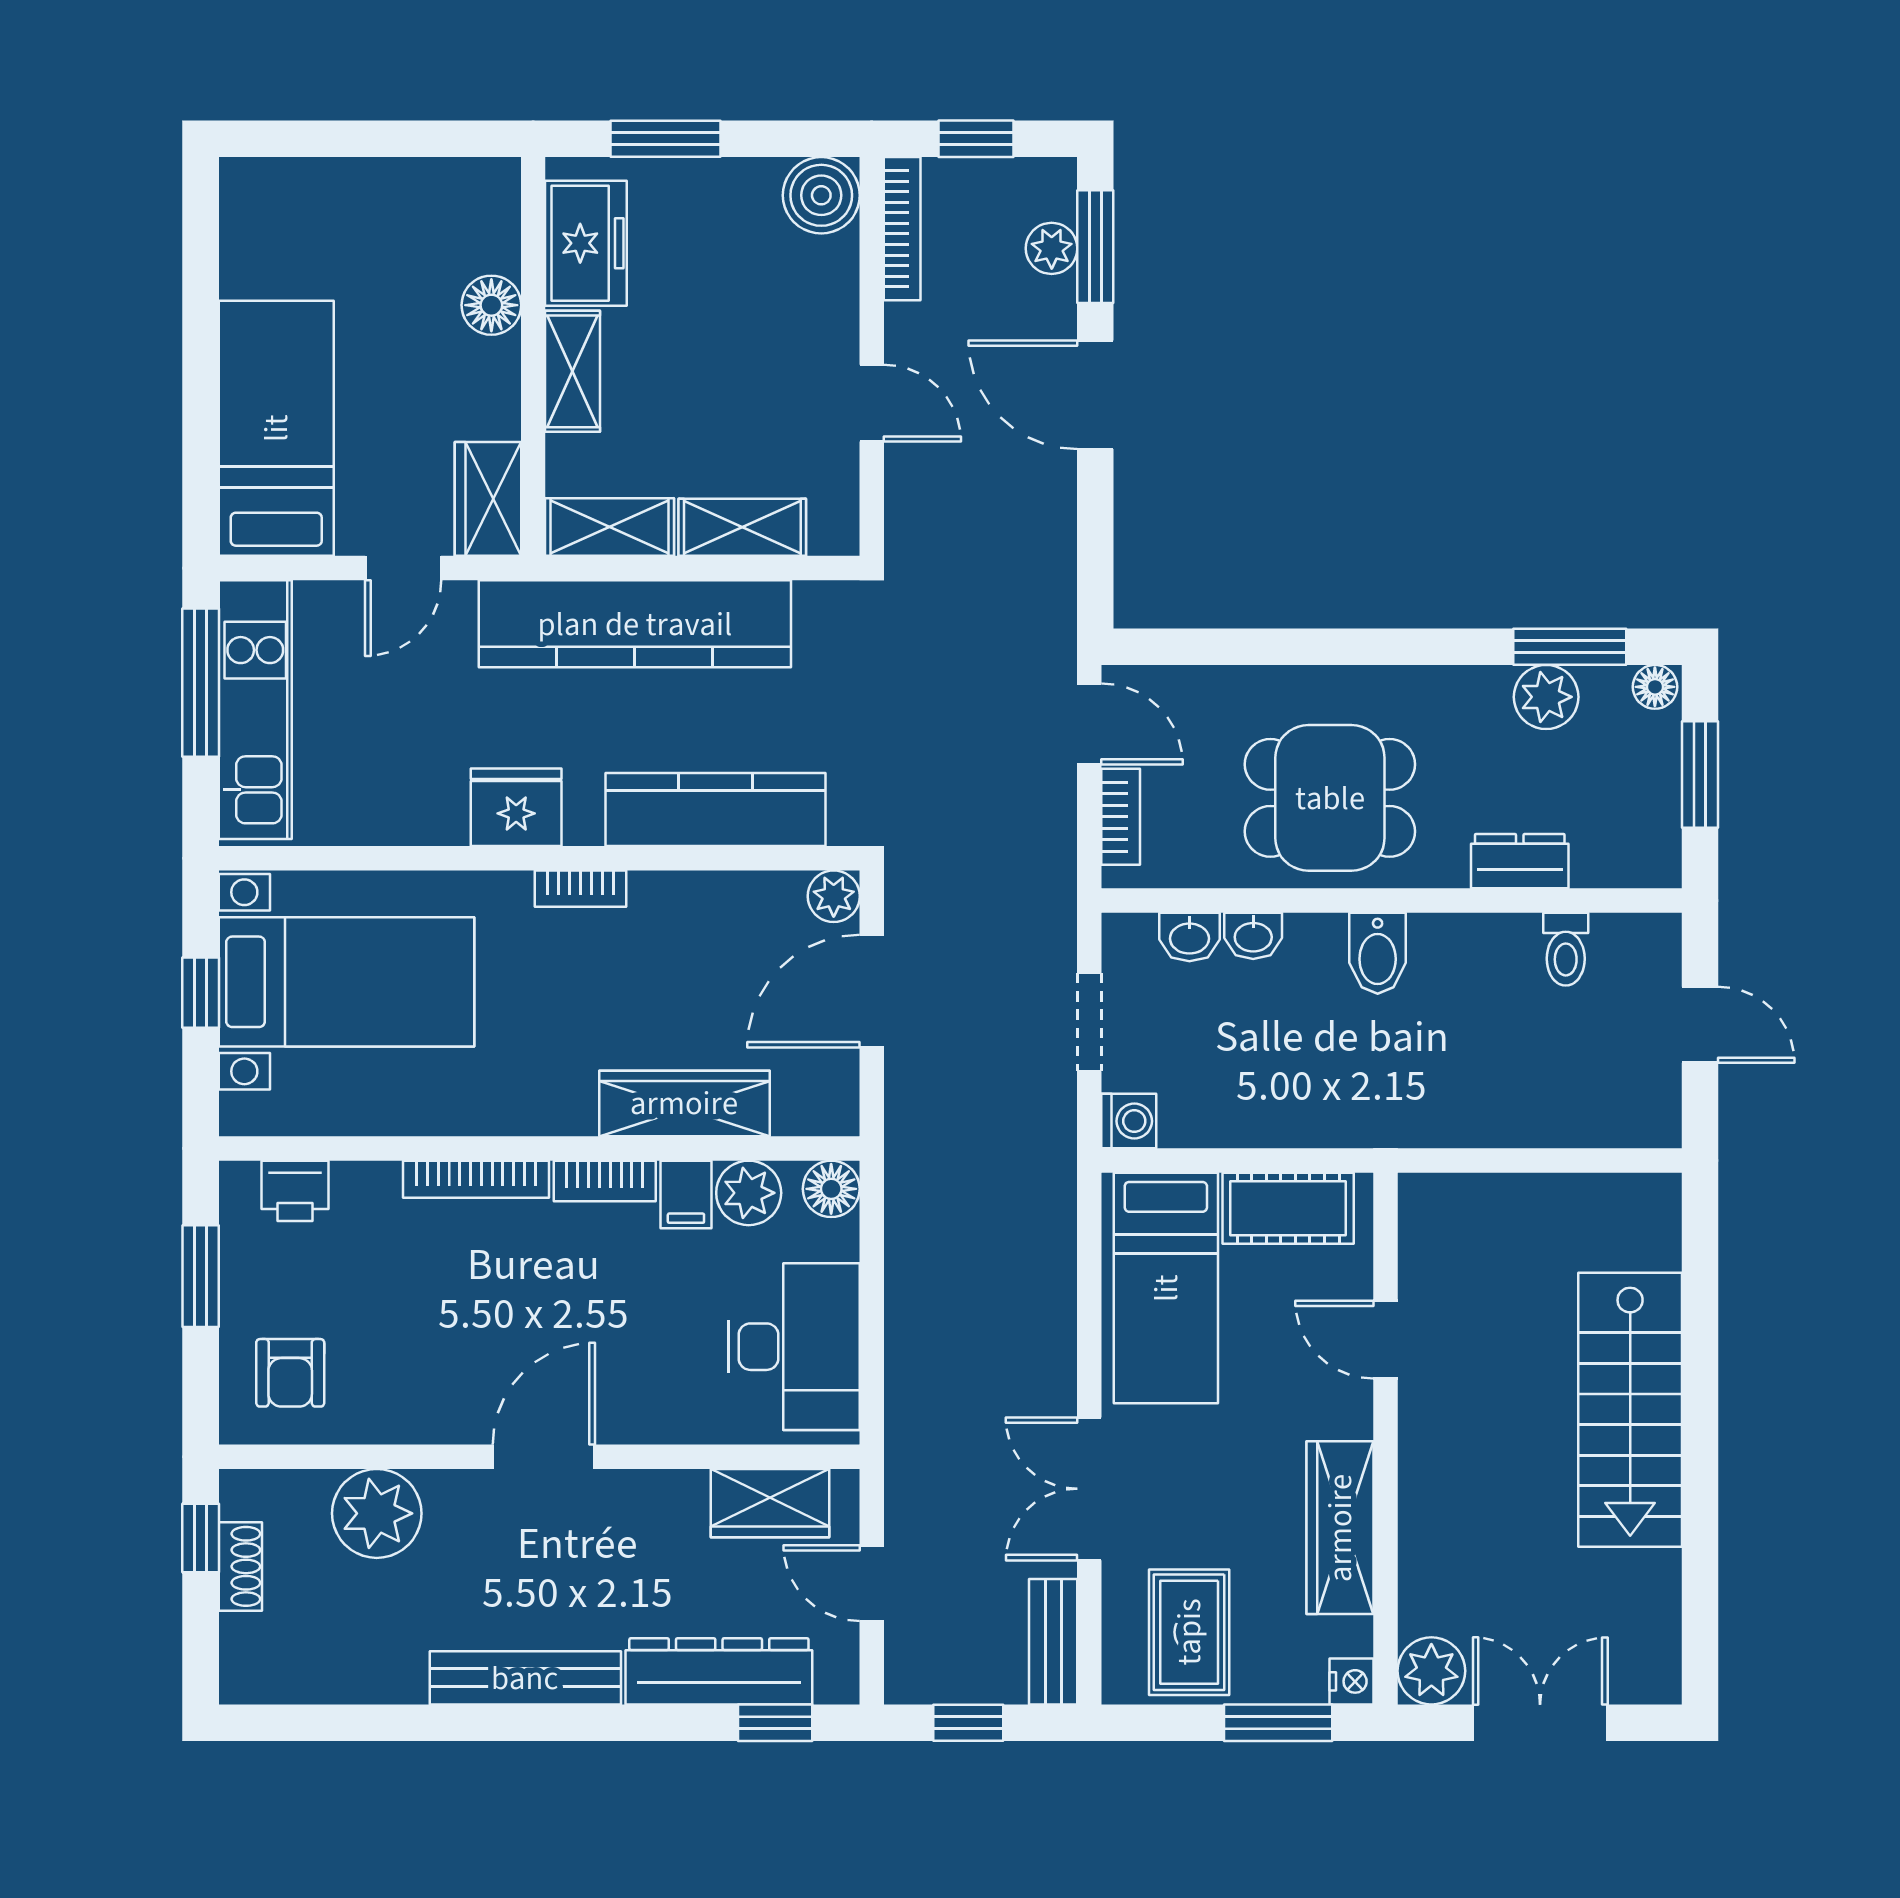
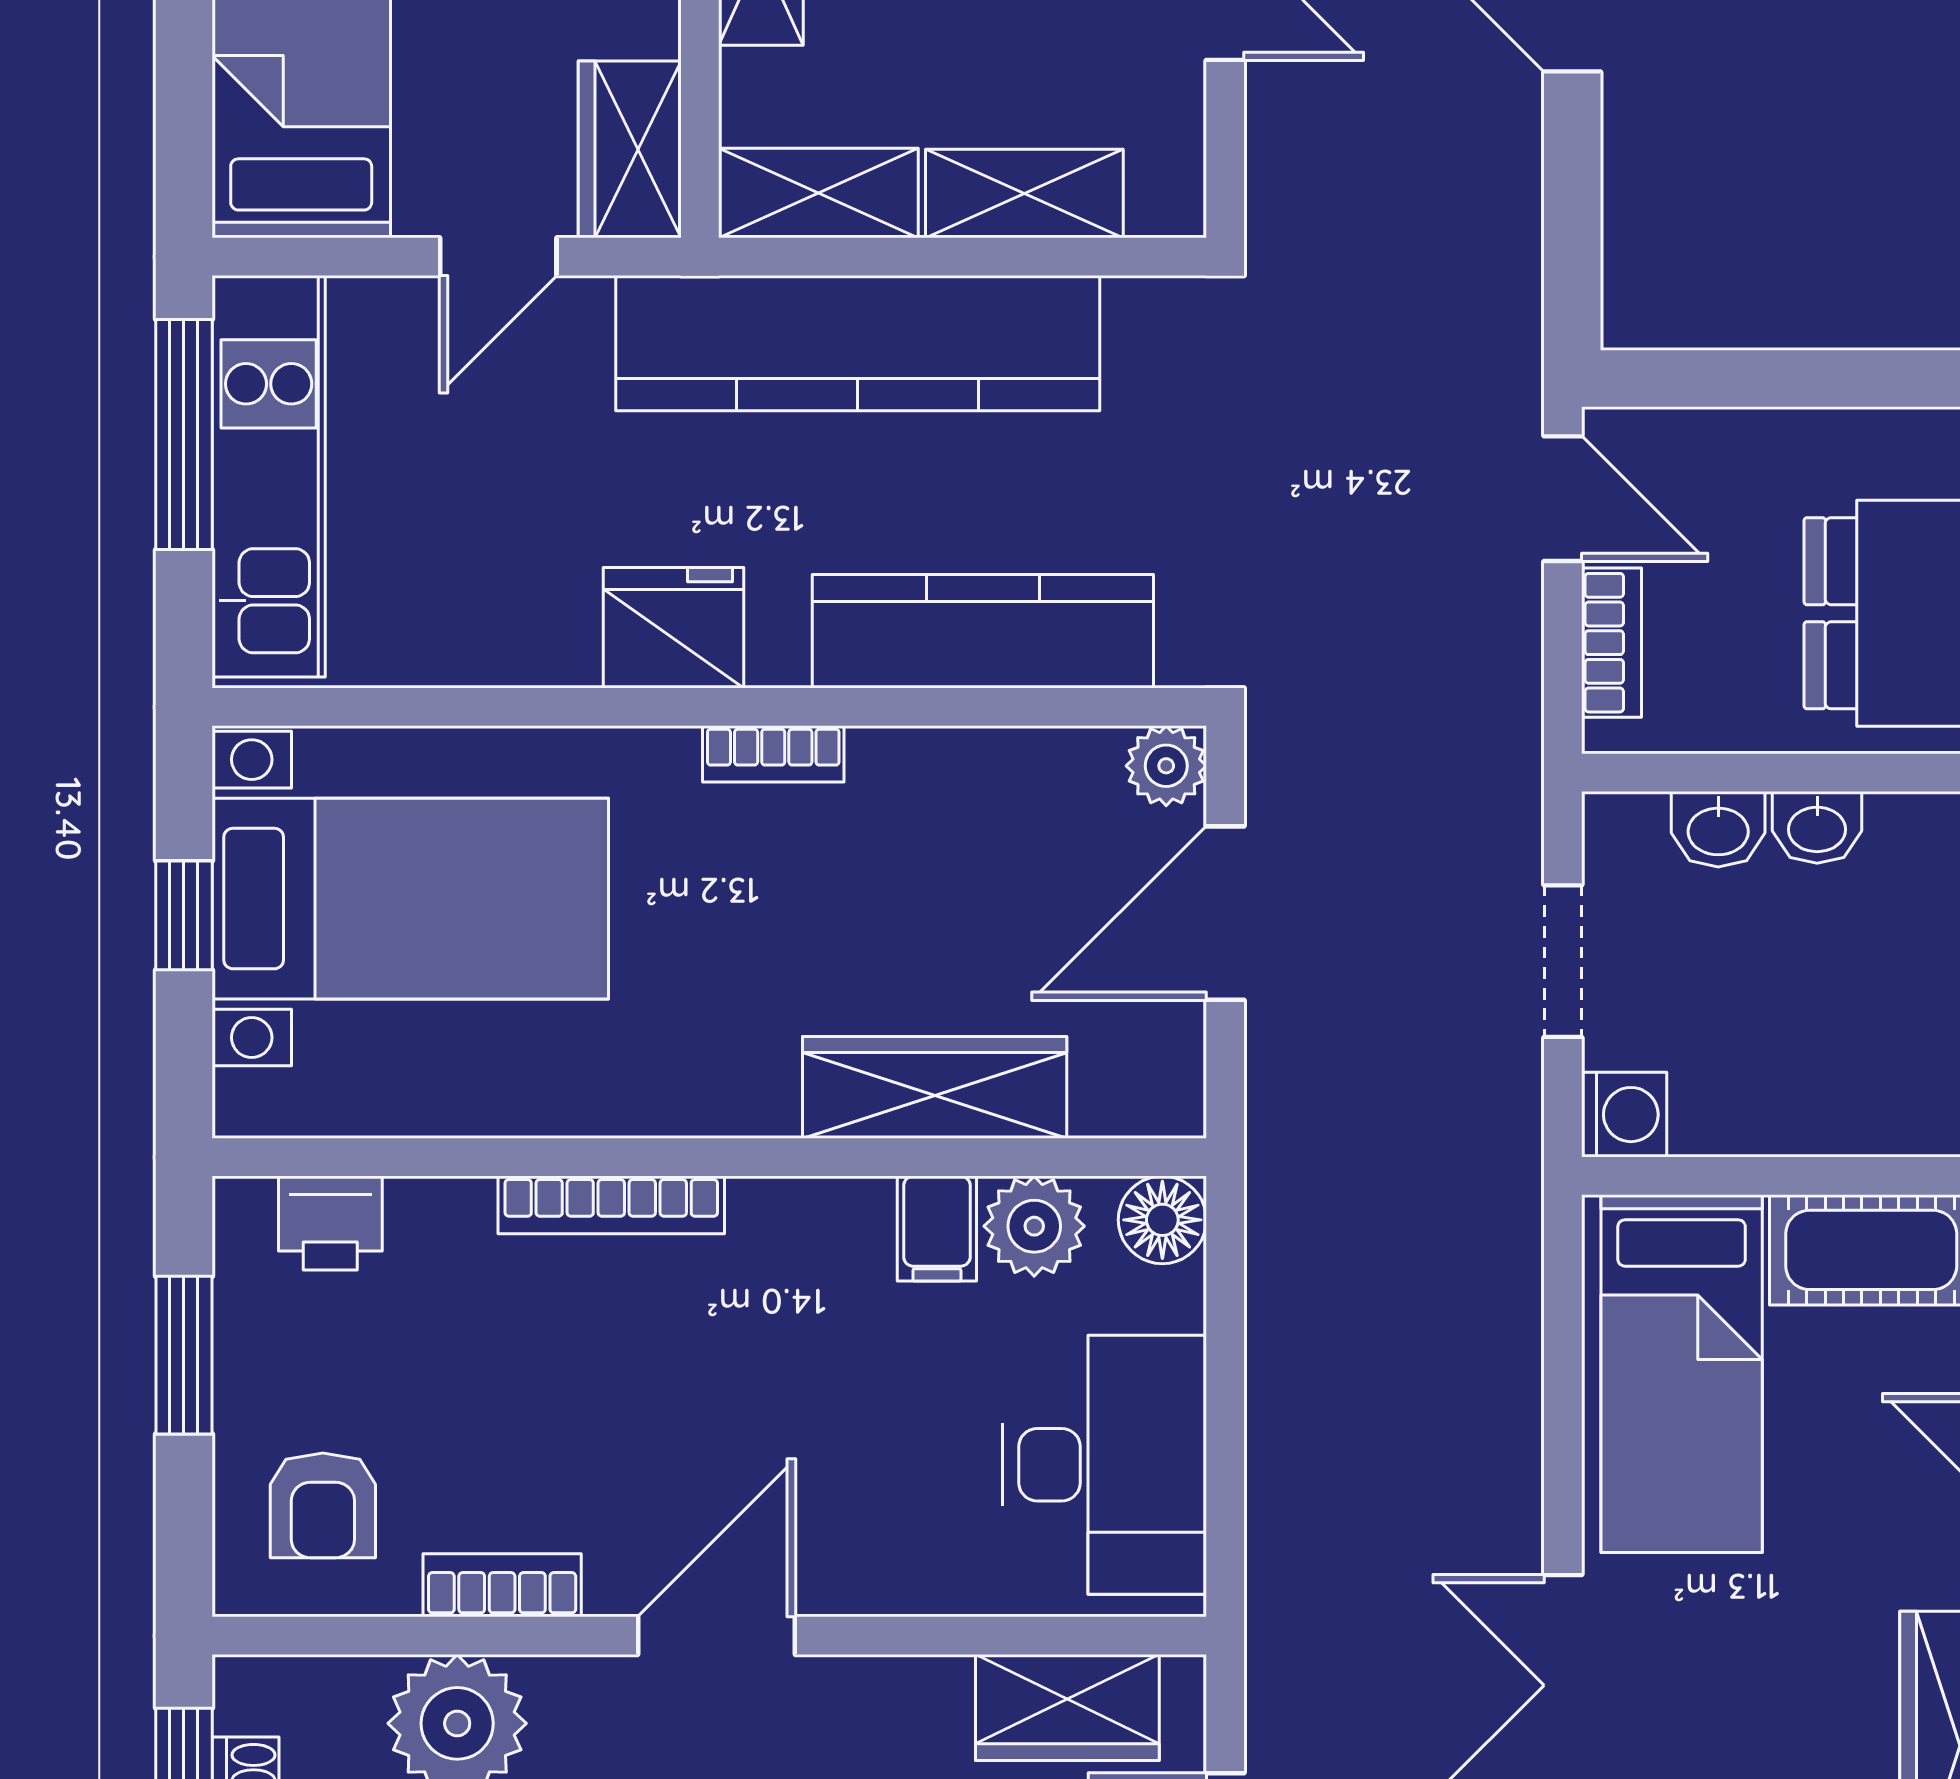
bookcase: (605, 1181) -> (502, 1585), moved, turned 180

